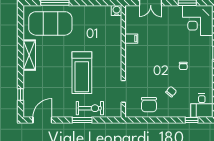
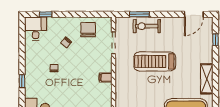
filing cabinet: (131, 39) -> (106, 77), moved
treadmill: (82, 73) -> (155, 61), turned -90
window: (82, 120) -> (139, 14), moved

